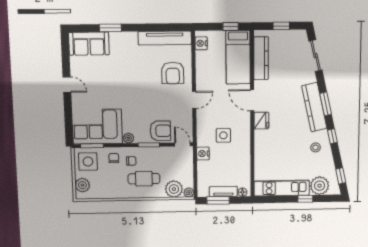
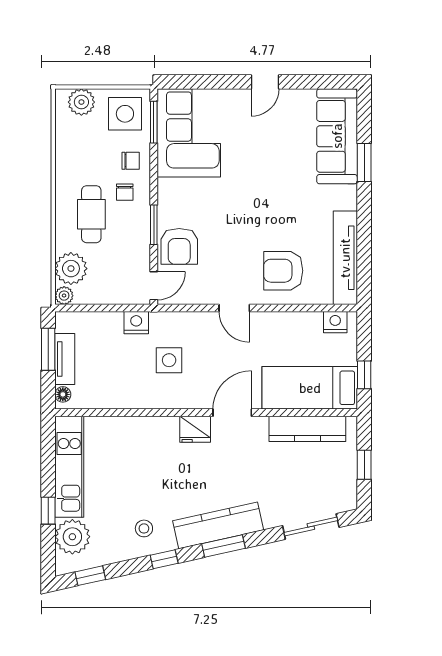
sofa: (89, 44) -> (337, 136), width x1.36
plant: (128, 138) -> (167, 188), removed

